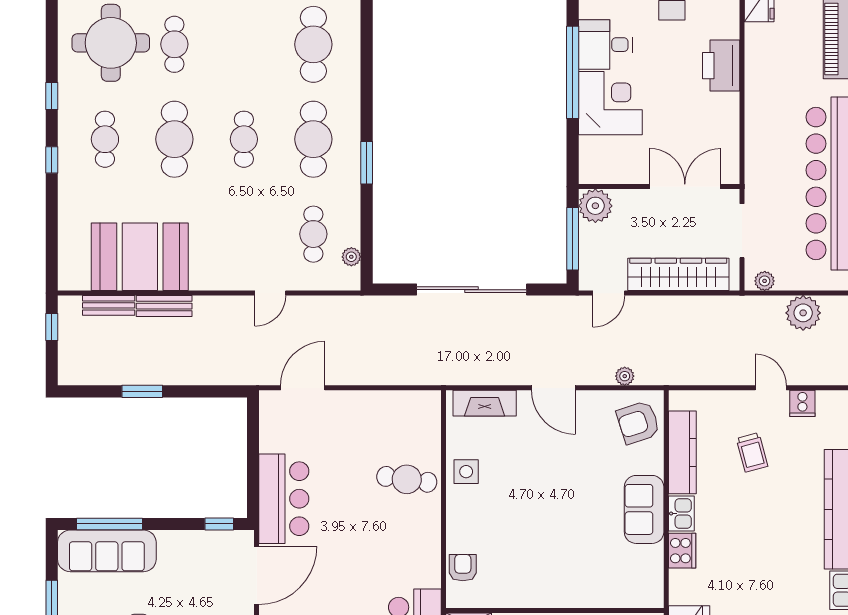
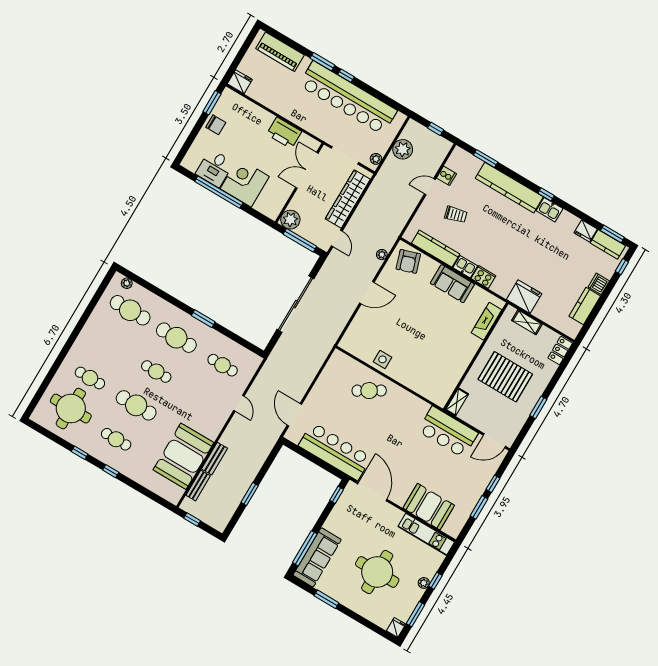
printer: (721, 66) -> (284, 133), moved
plant: (351, 257) -> (127, 283), moved
fireplace: (485, 403) -> (487, 321), moved, turned 180
cafe table: (407, 479) -> (369, 391), turned 51
bar counter: (284, 499) -> (335, 451), width x1.36
armchair: (463, 568) -> (428, 389), removed

